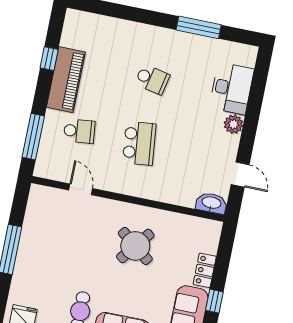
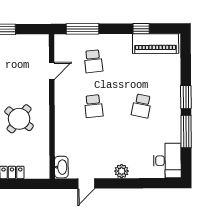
window: (153, 18) -> (186, 97), added
piano: (66, 80) -> (156, 44), moved
desk: (232, 88) -> (167, 161), moved, turned -90
school desk: (139, 143) -> (94, 106), width x0.54

